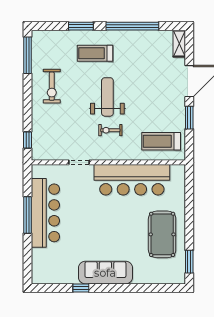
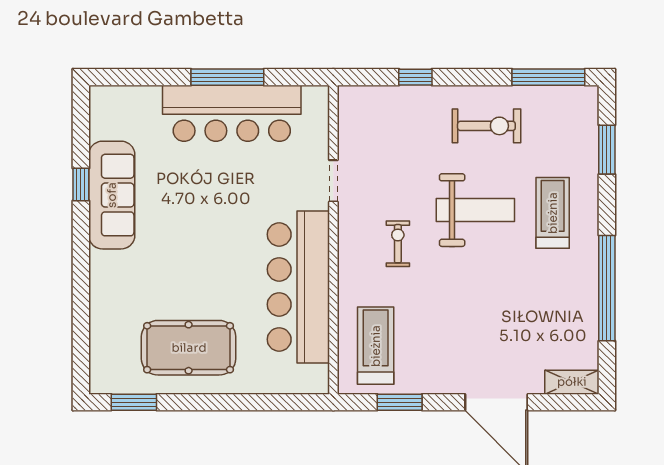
window: (81, 26) -> (607, 150), moved
exercise bike: (52, 86) -> (486, 126), turned 180
weight bench: (107, 97) -> (475, 210), moved
window: (189, 118) -> (400, 402), moved
window: (27, 140) -> (415, 77), moved
sofa: (105, 273) -> (112, 195), moved

